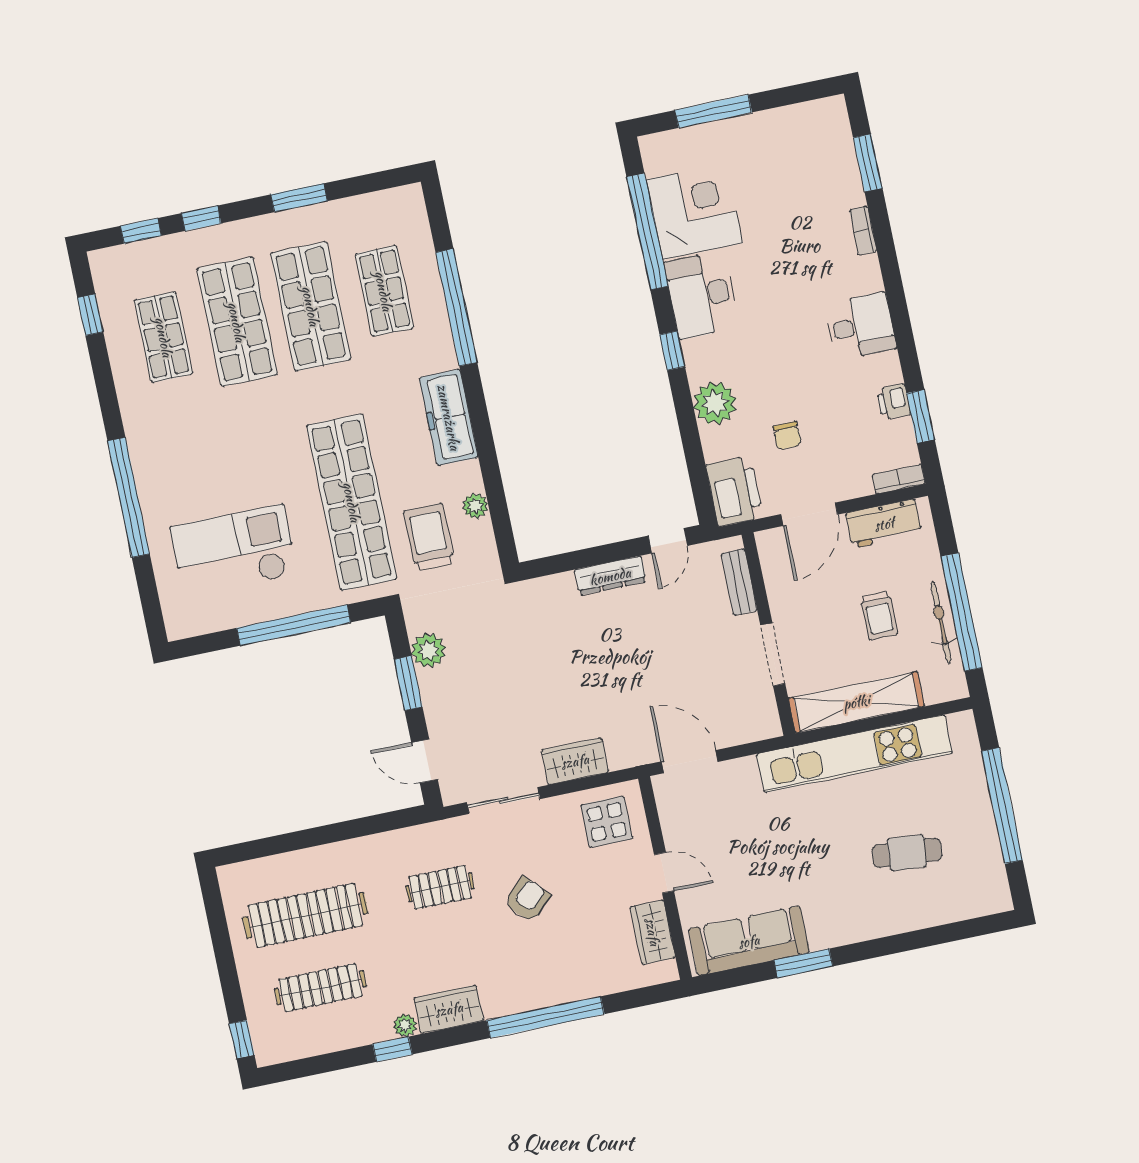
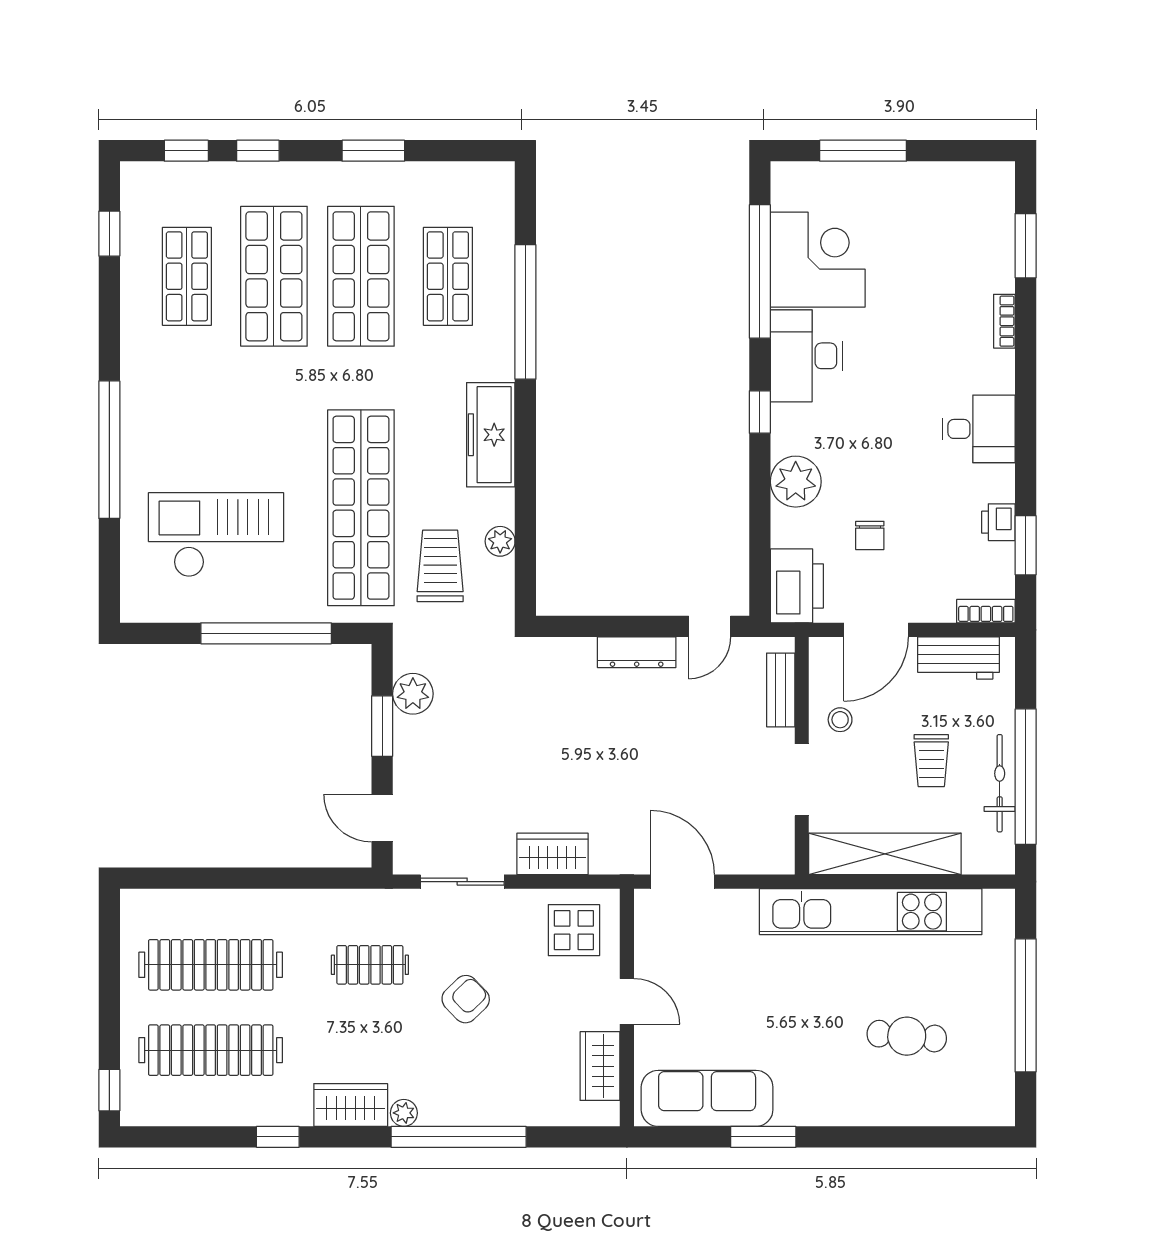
stool: (795, 597) -> (840, 720), added
clothes rail: (320, 988) -> (211, 1050), width x1.37, depth x1.31
plant: (405, 1025) -> (404, 1113), moved

